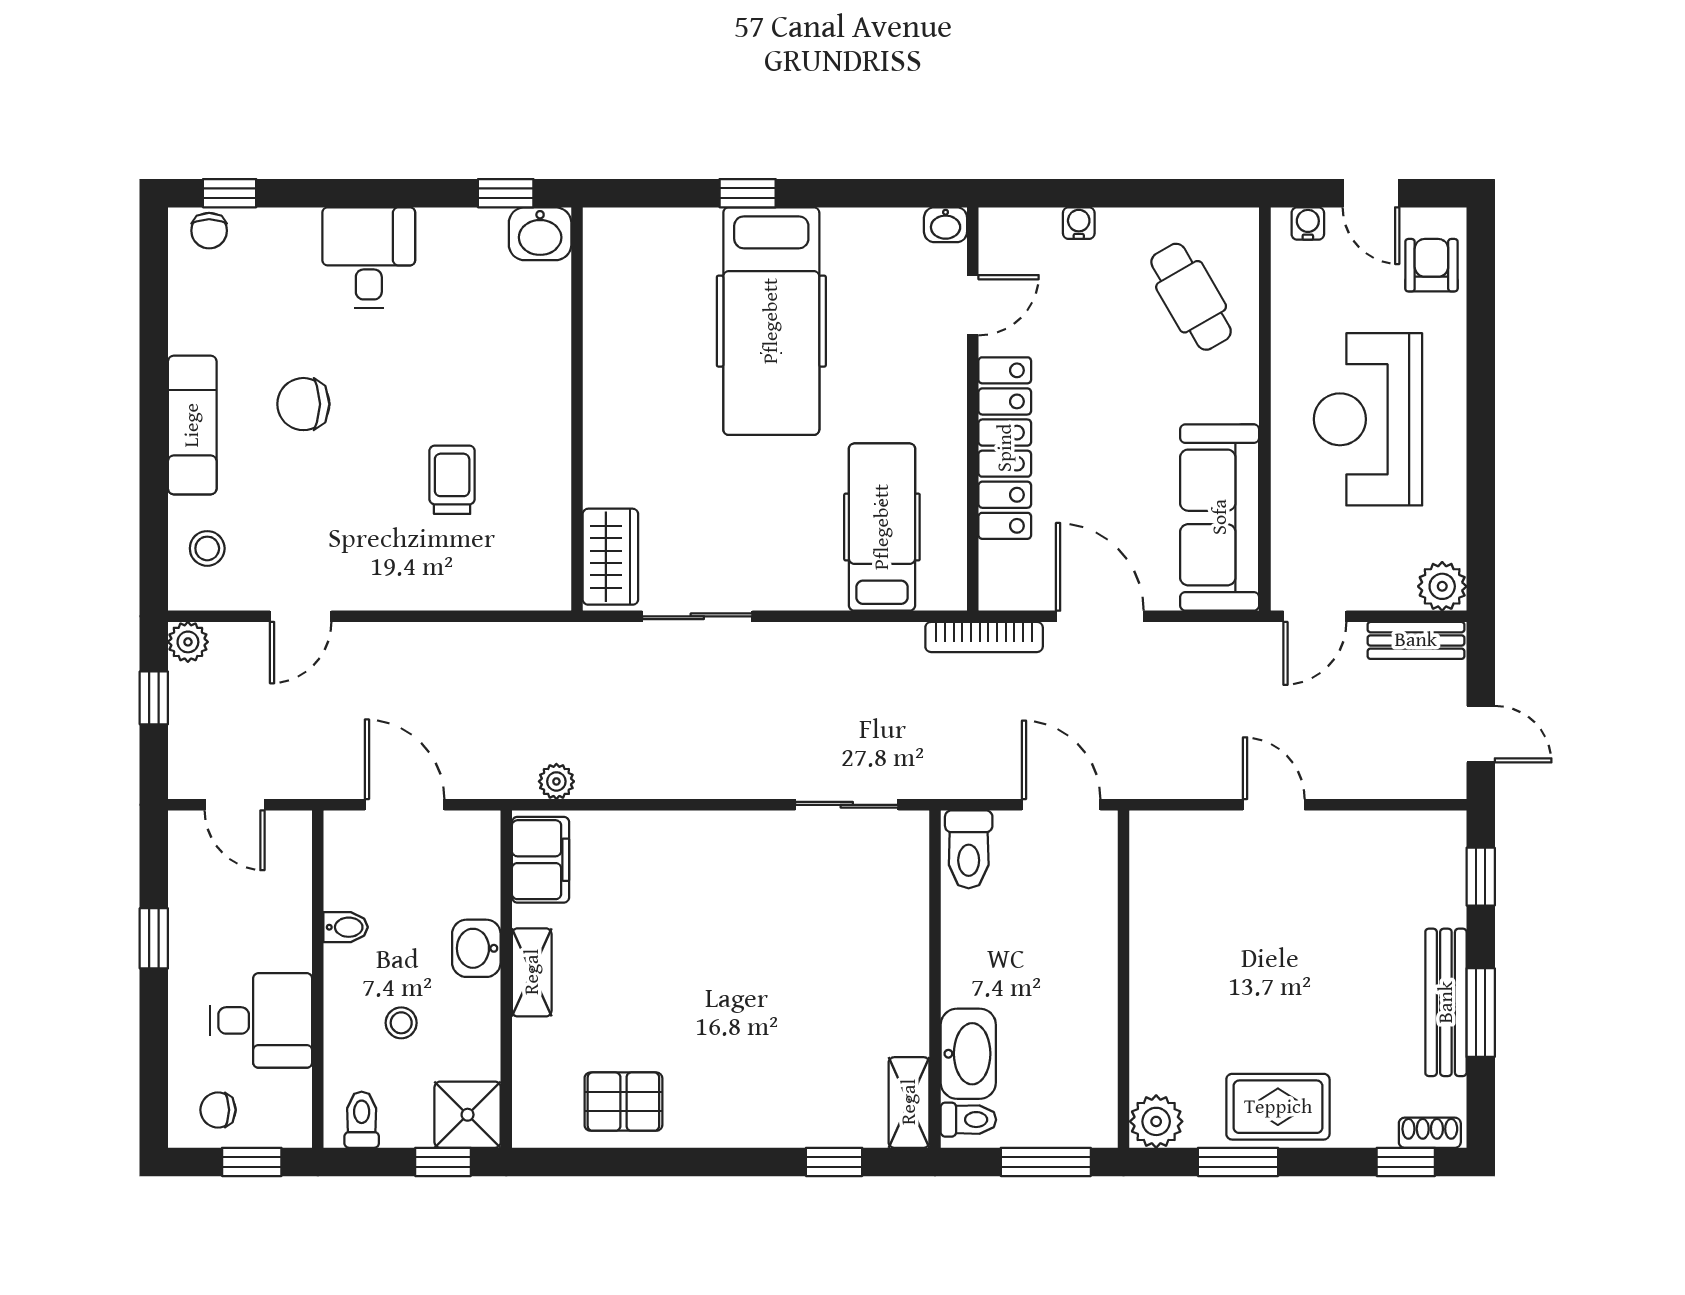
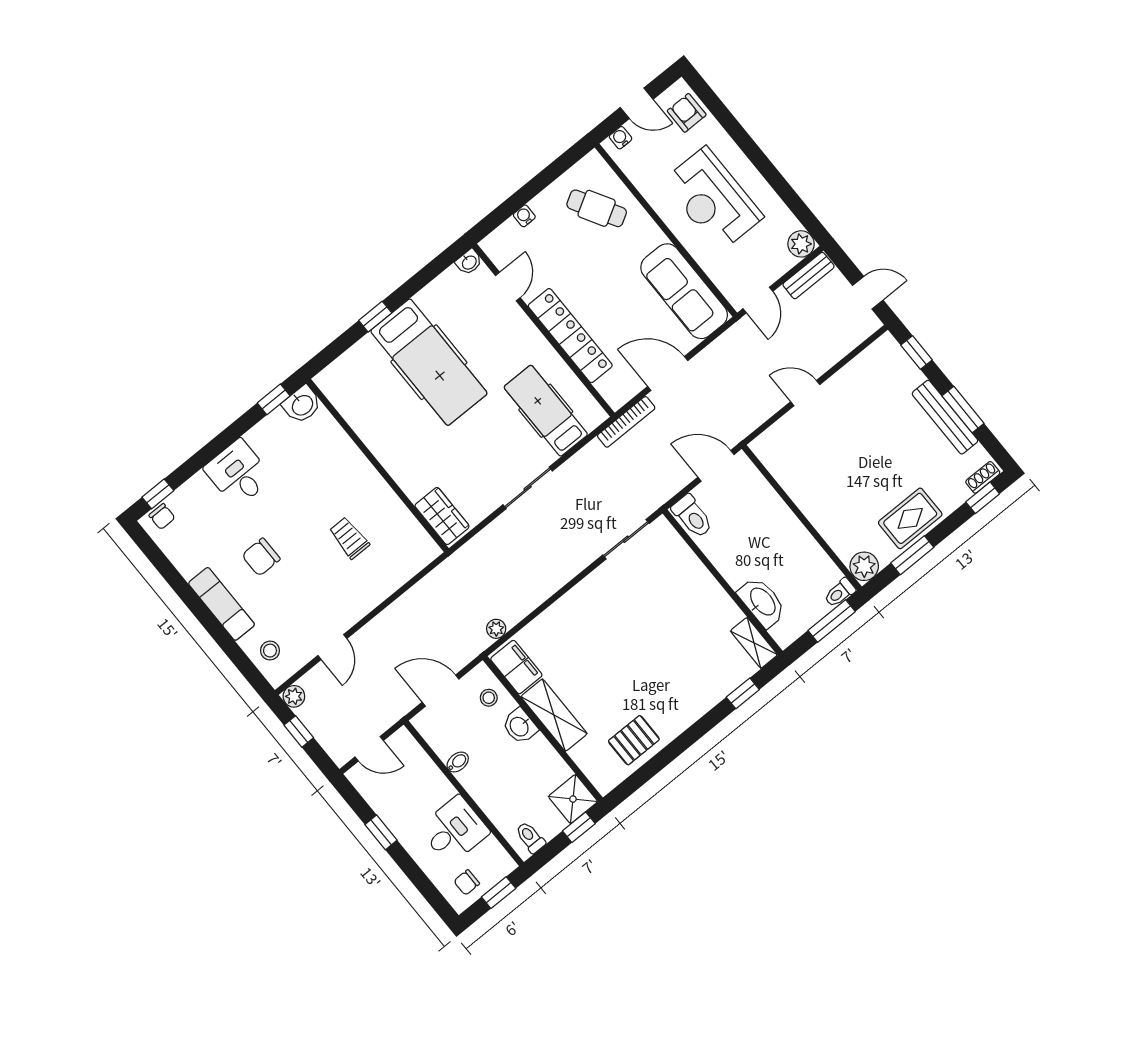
sliding door: (697, 616) -> (528, 488), moved
shelving: (532, 972) -> (554, 715), width x1.50, depth x1.33
stool: (401, 1023) -> (489, 698), moved
toilet: (968, 1120) -> (840, 593), moved, turned 180

